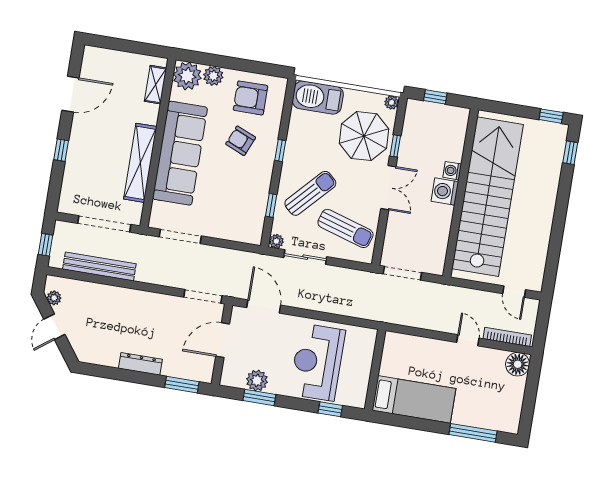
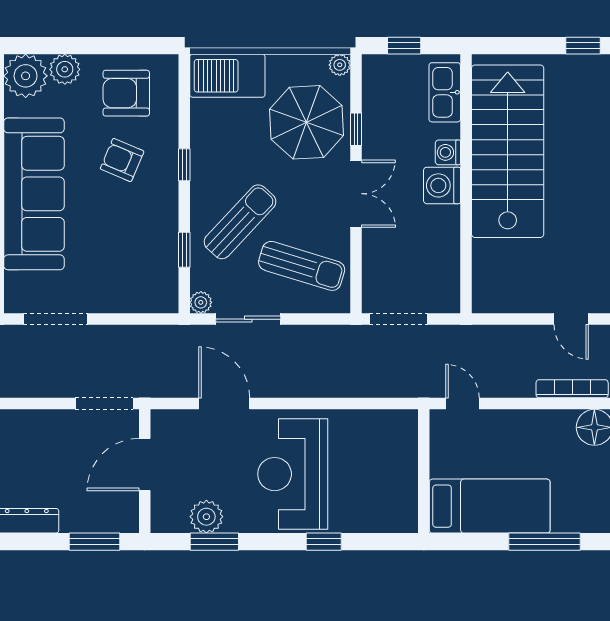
kitchen sink: (457, 131) -> (445, 92), added
stairs: (488, 197) -> (508, 151), width x0.73
door: (264, 306) -> (224, 404), moved
door: (468, 340) -> (463, 404), moved
wall: (375, 370) -> (424, 471), moved
bed: (414, 399) -> (490, 506), moved

